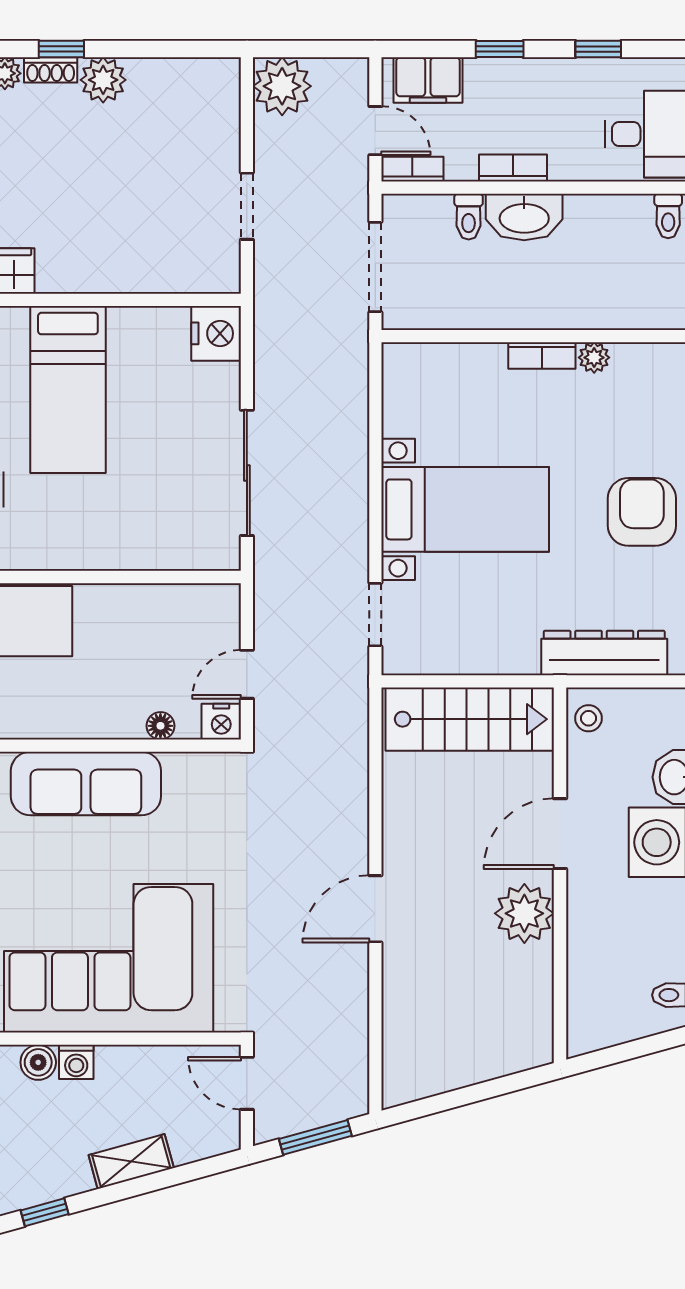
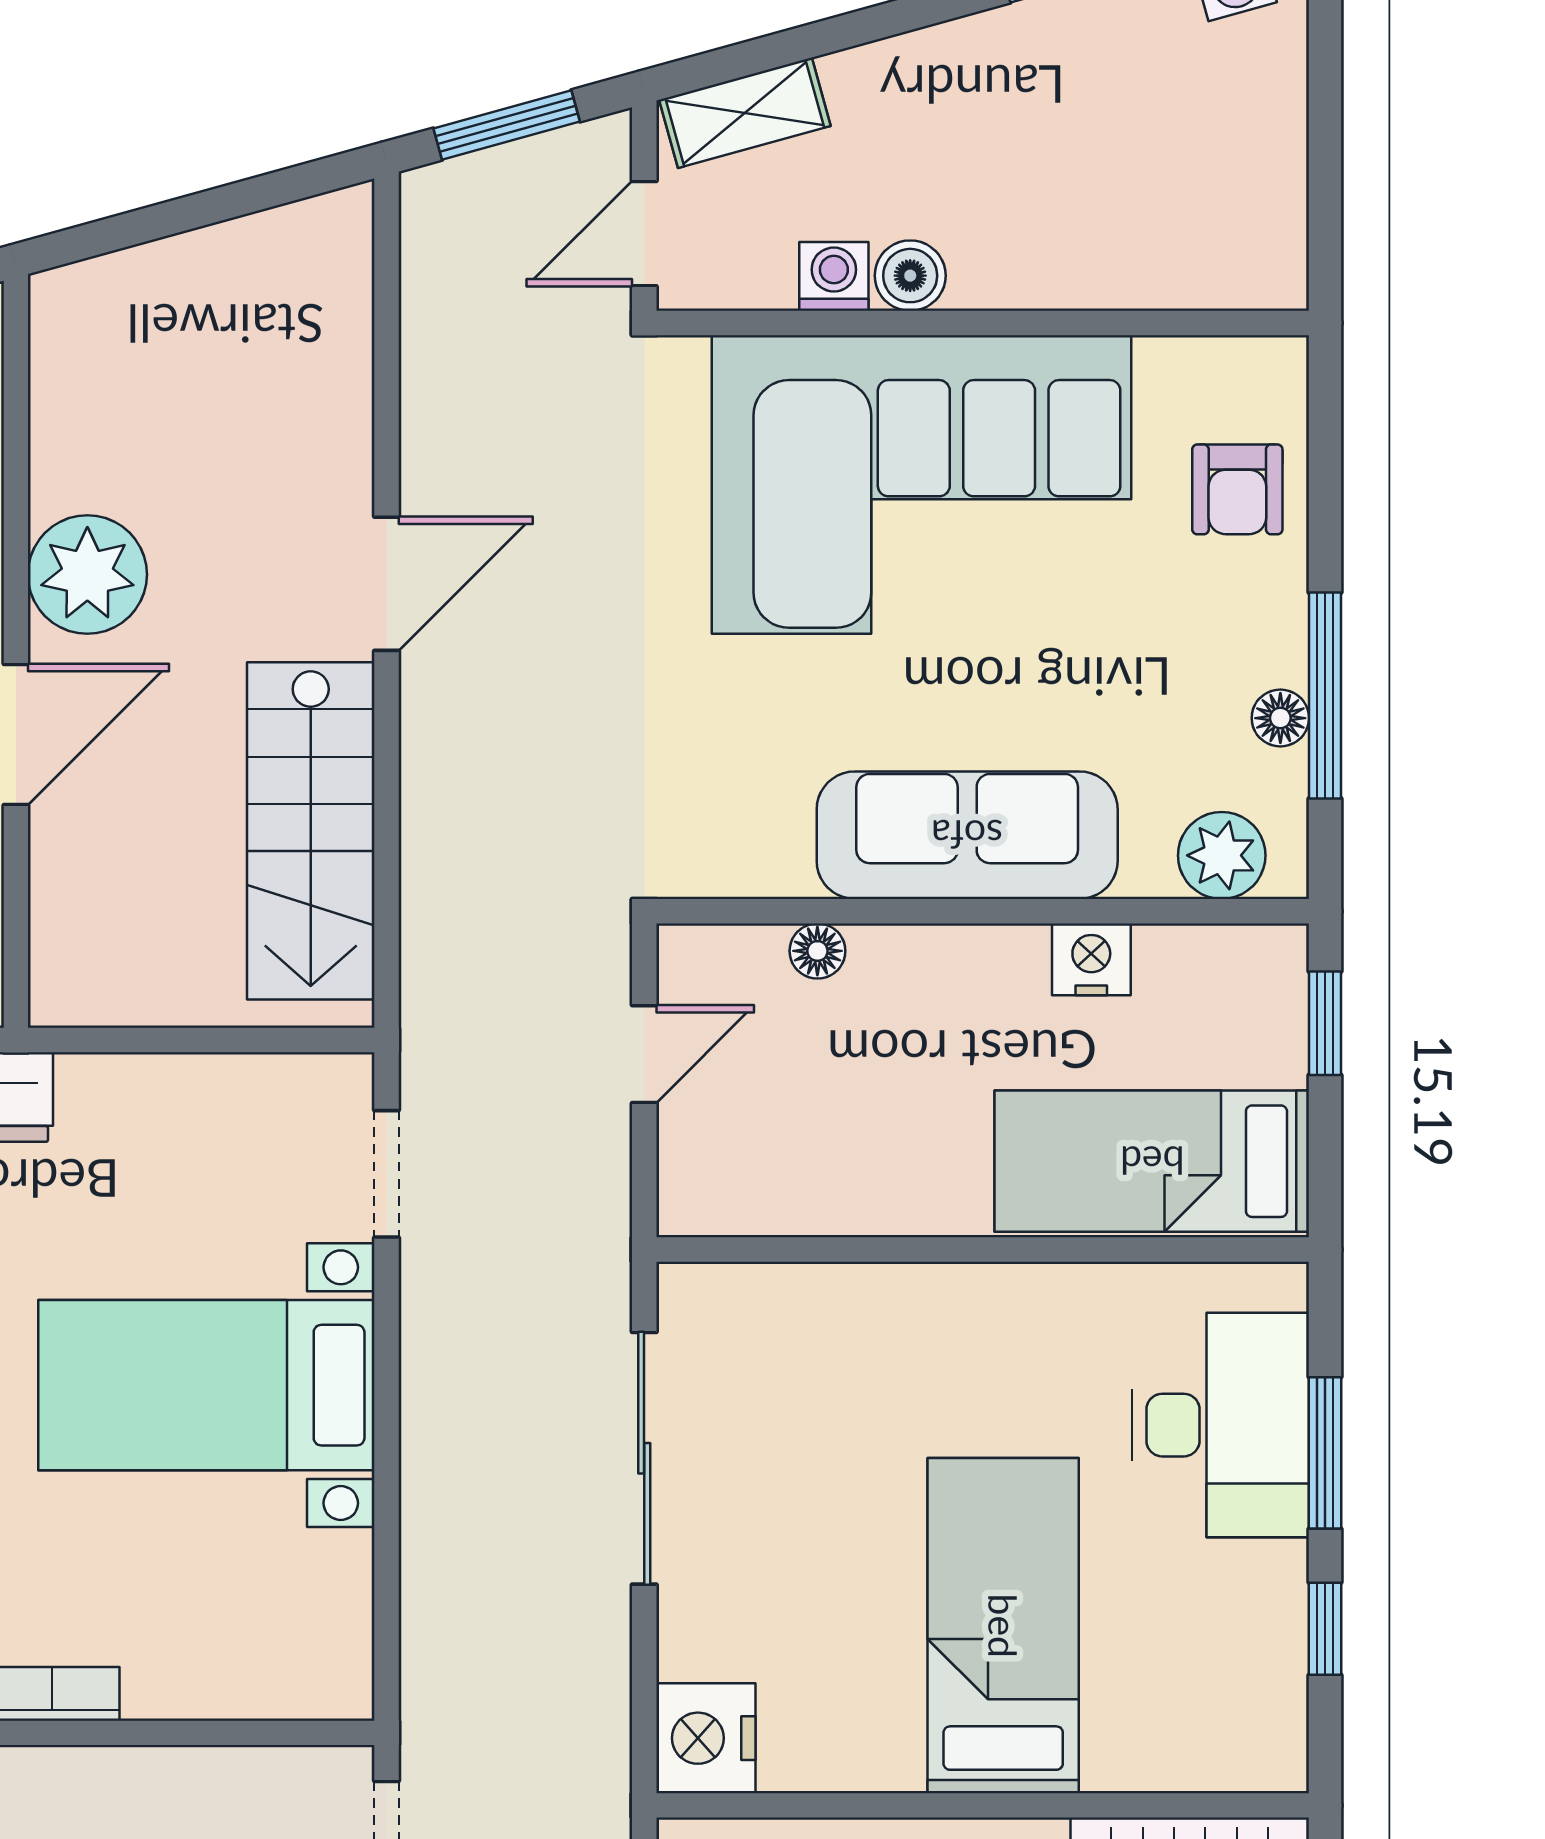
stairs: (470, 719) -> (311, 831), moved, turned -90
nightstand: (221, 722) -> (1091, 959), moved
boiler: (38, 1062) -> (910, 276), moved
washing machine: (76, 1062) -> (834, 276), moved
door: (247, 1083) -> (644, 234), swing flipped
shelving: (131, 1162) -> (745, 113), moved

